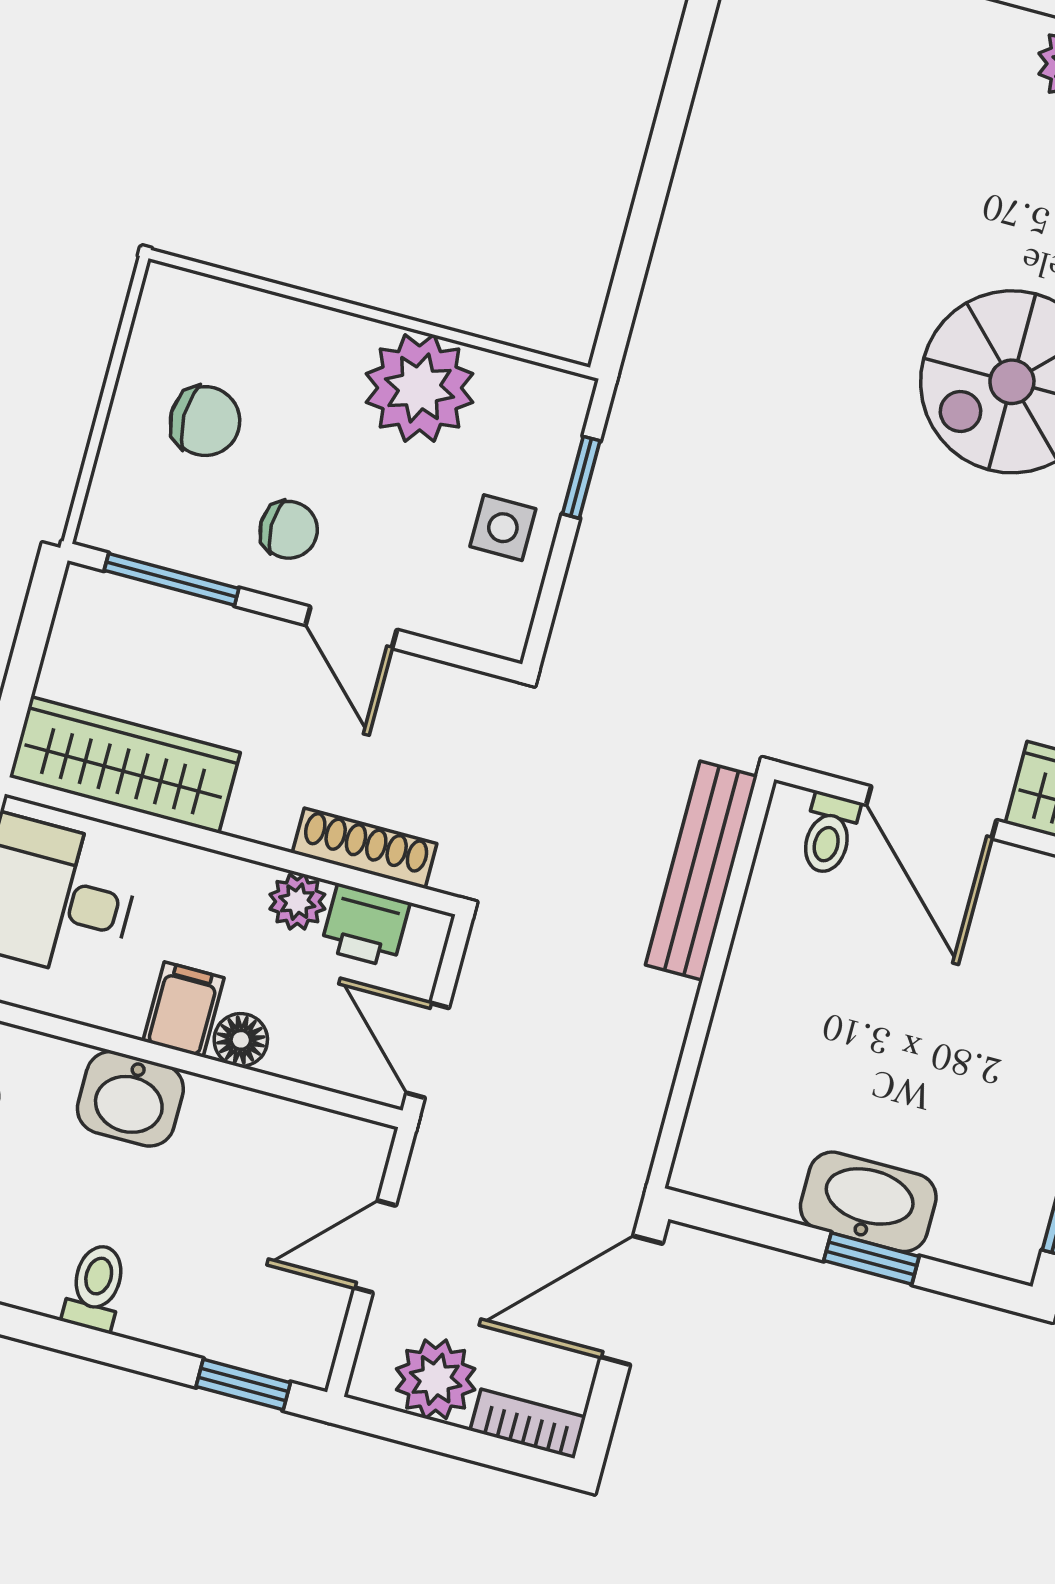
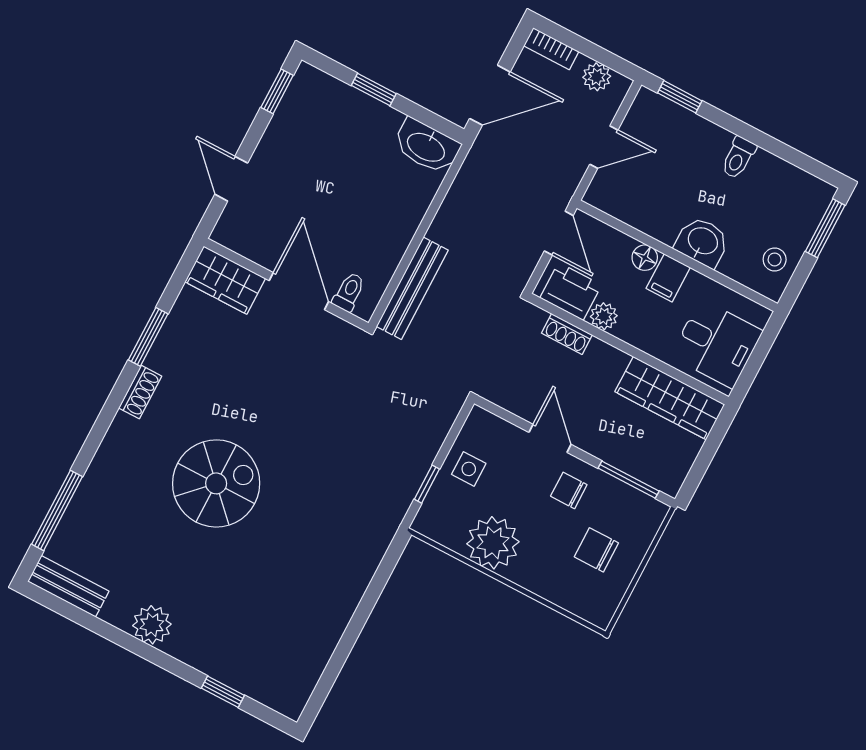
shoe rack: (365, 848) -> (567, 334), width x0.70
printer: (365, 926) -> (571, 291), width x1.36, depth x1.24
washbasin: (868, 1202) -> (426, 146), moved
plant: (436, 1379) -> (597, 77), width x0.73, depth x0.73

